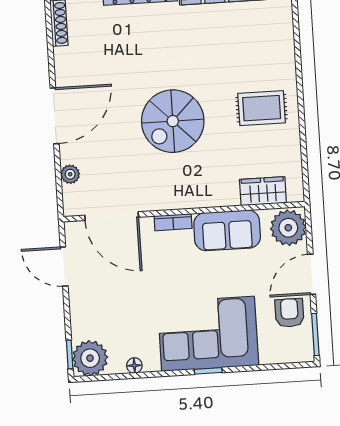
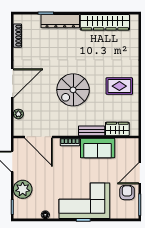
bench: (213, 198) -> (92, 131), added
plant: (288, 228) -> (129, 149), removed
plant: (90, 358) -> (23, 189), moved

